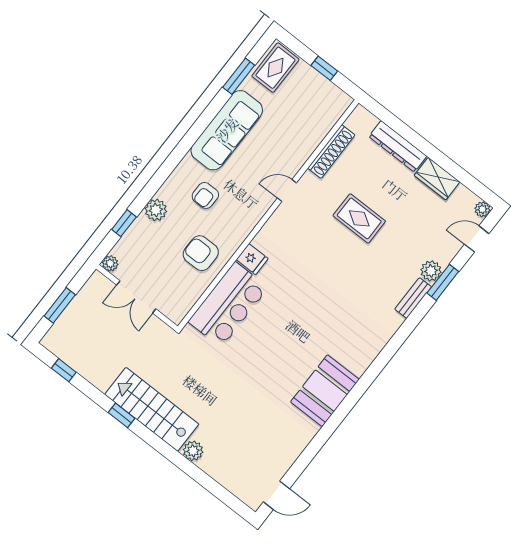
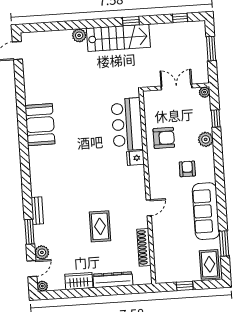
rug: (359, 218) -> (100, 226), turned 90
plant: (431, 271) -> (42, 252), moved

